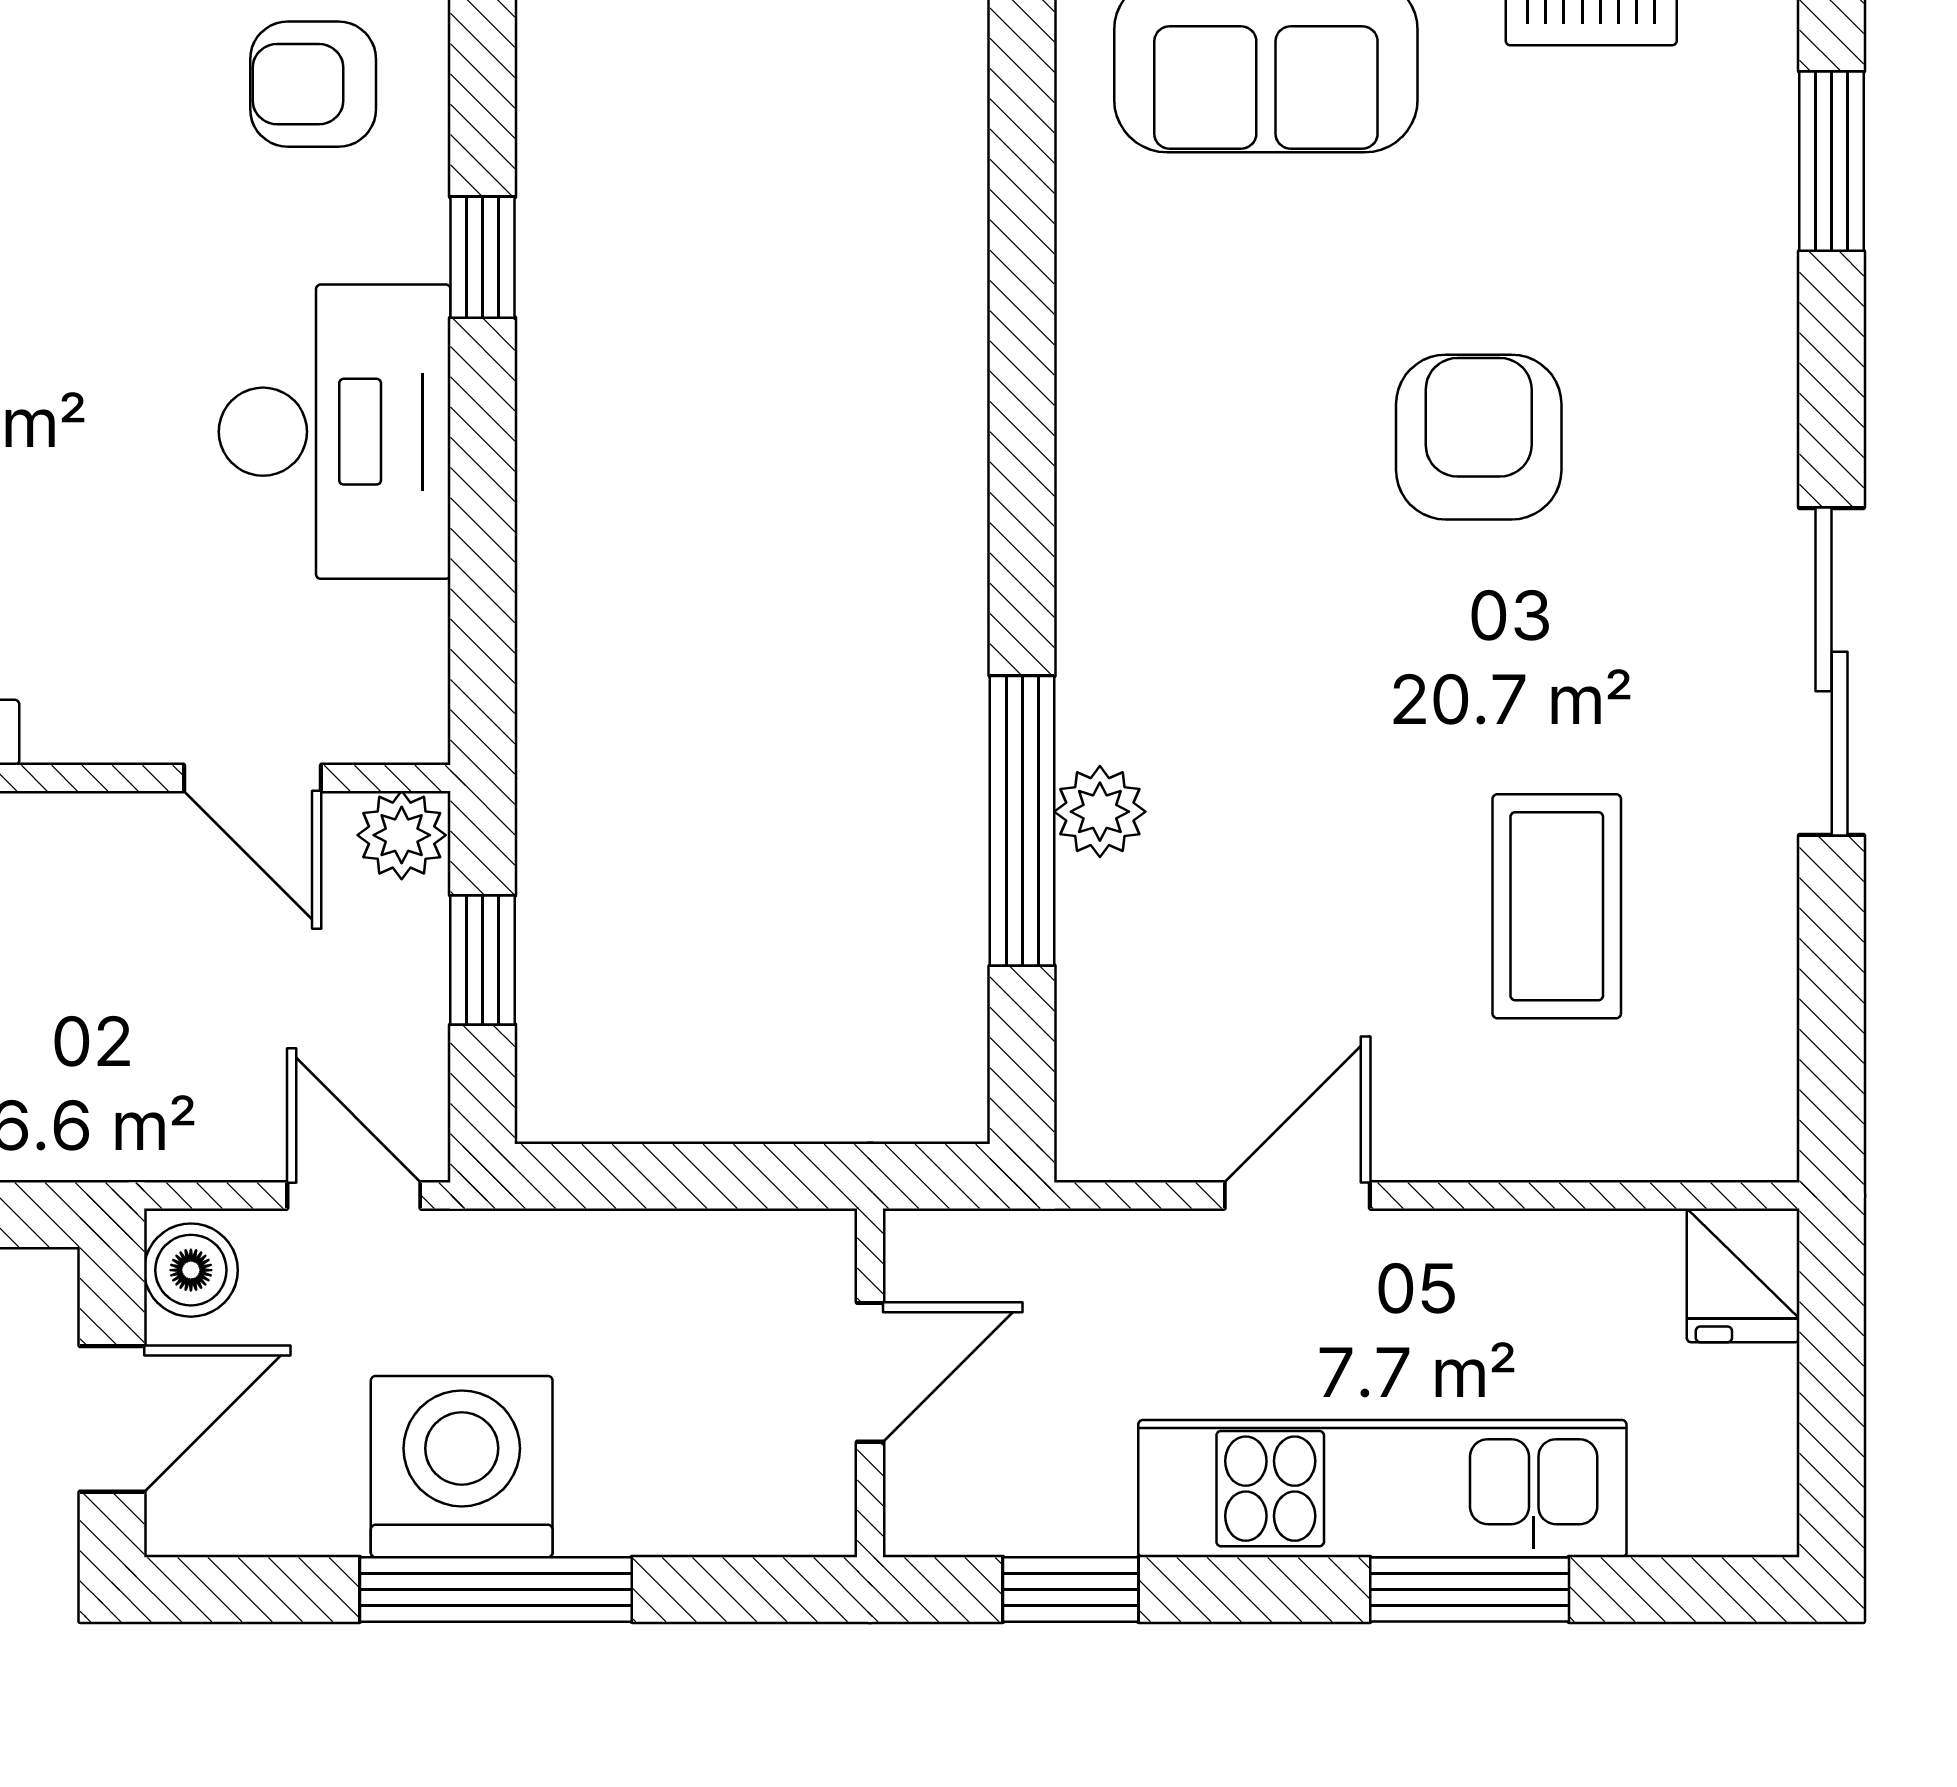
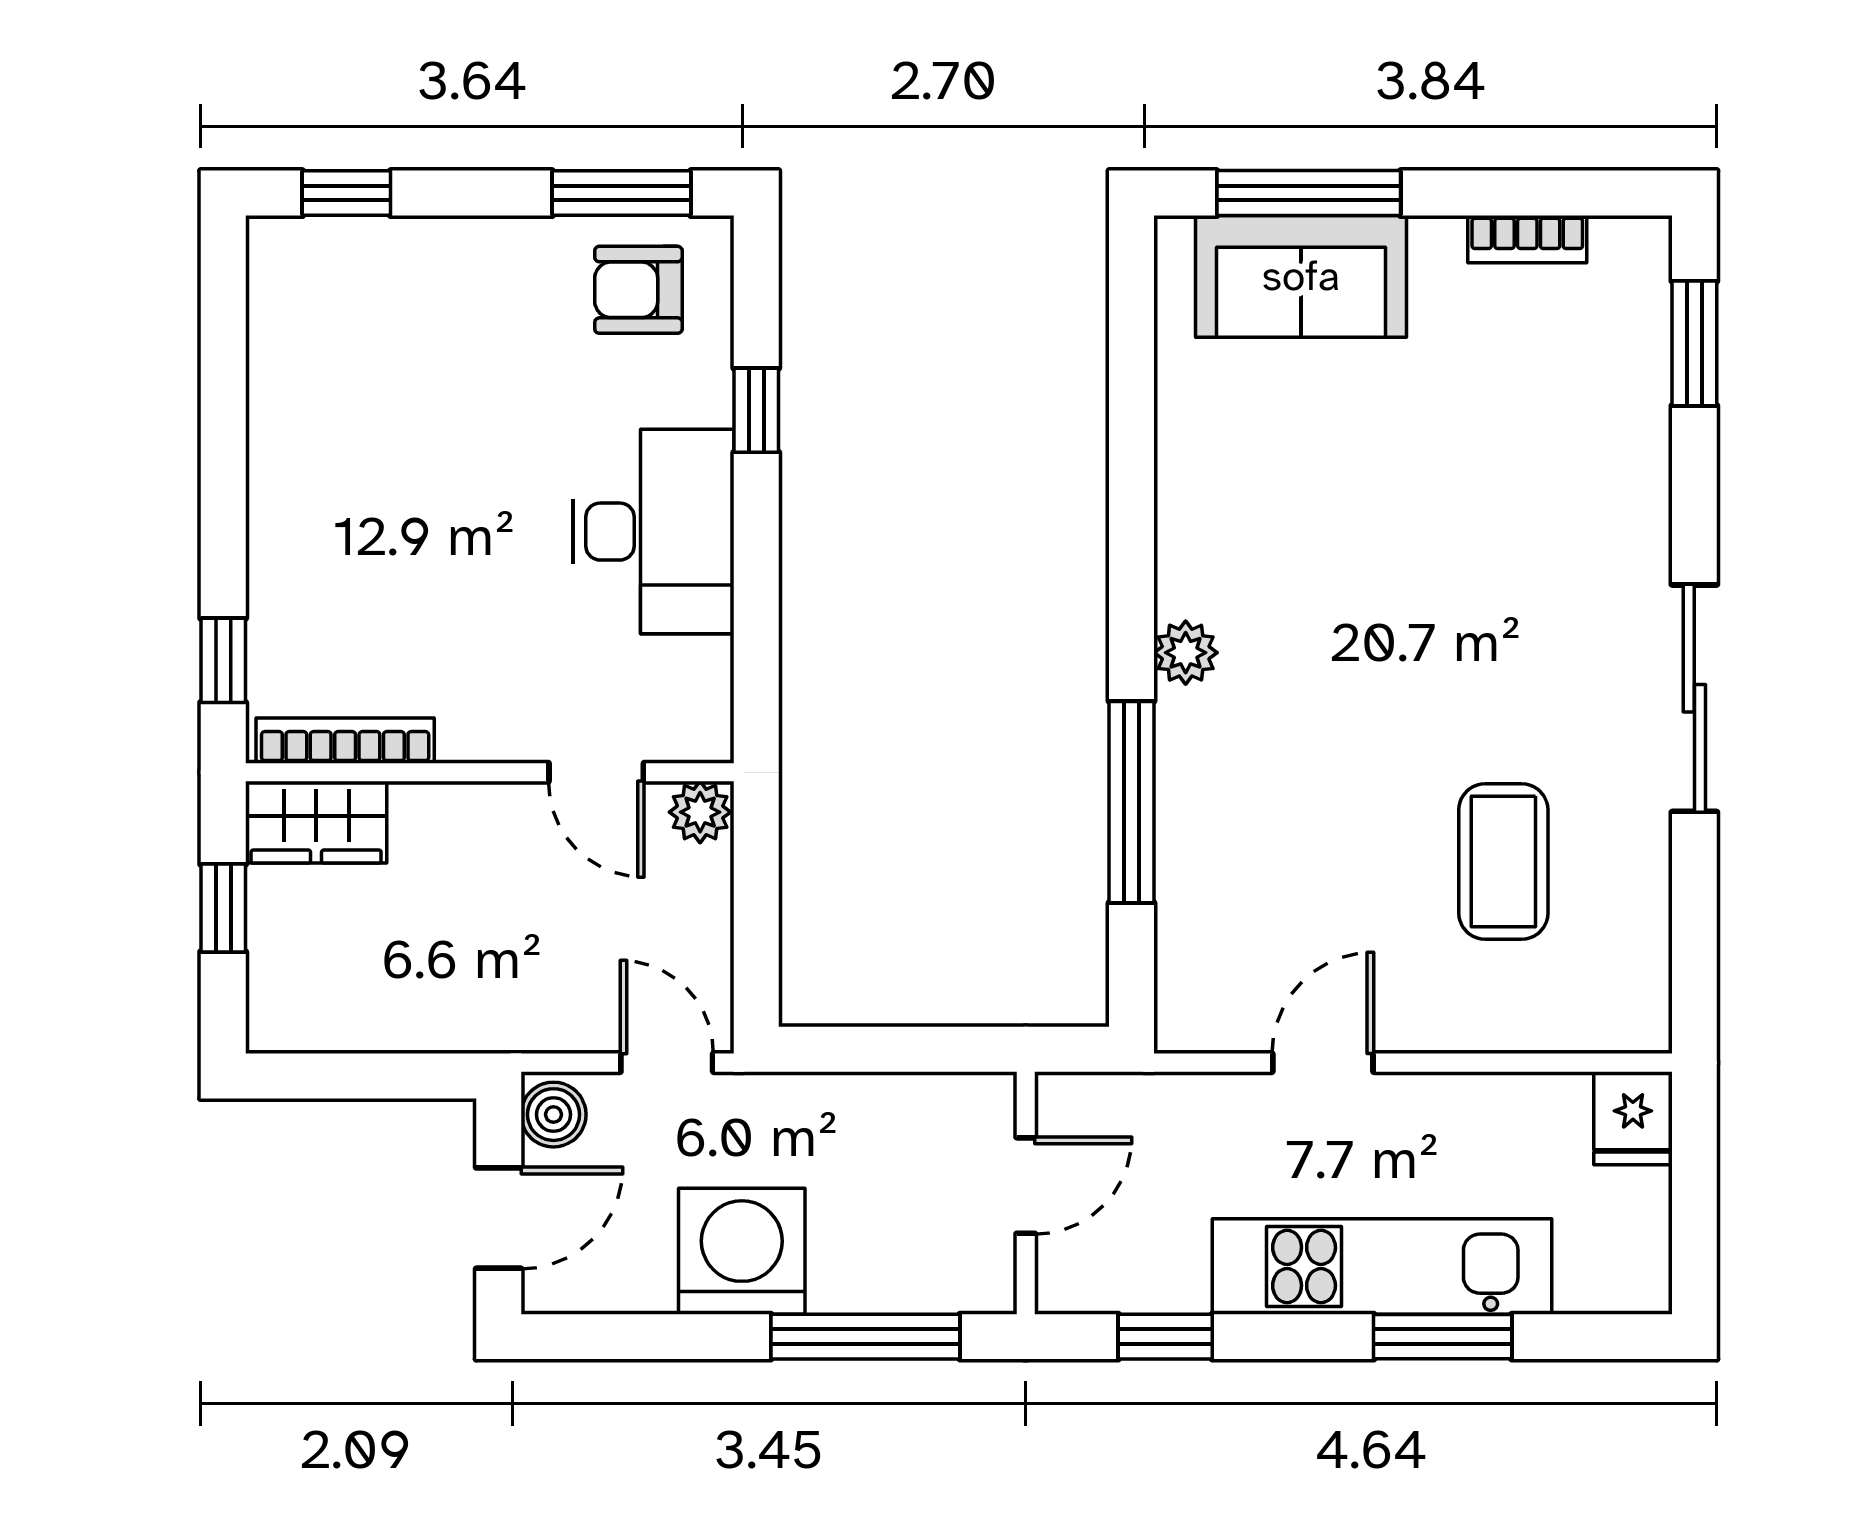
armchair: (1479, 437) -> (1449, 535), removed
plant: (1100, 812) -> (1186, 653), moved
window: (483, 960) -> (756, 899), removed
window: (496, 1589) -> (865, 1337), moved

